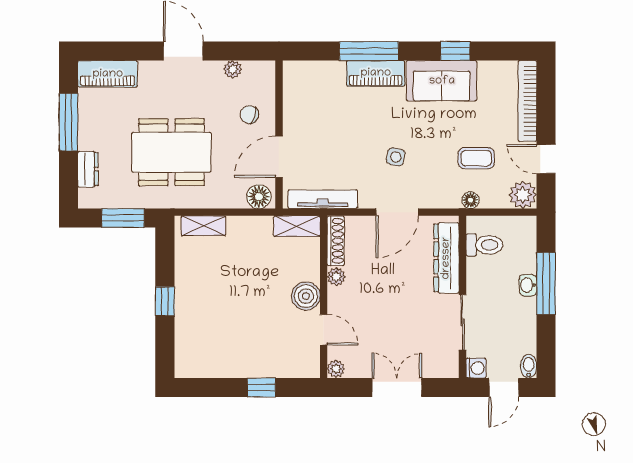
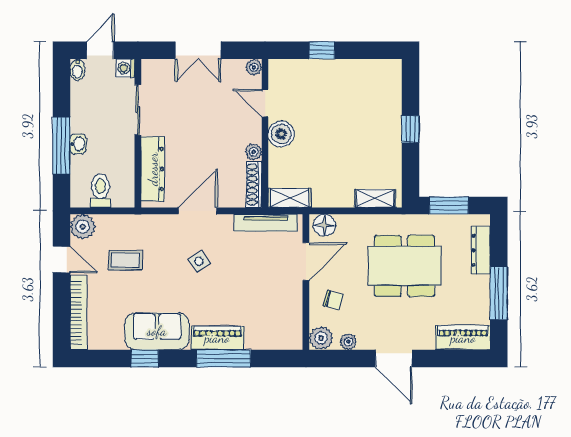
plant: (263, 73) -> (321, 338), added
side table: (396, 157) -> (199, 261), turned 45
dresser: (88, 169) -> (481, 250), width x1.44
floor lamp: (471, 200) -> (131, 222), removed
toilet: (484, 245) -> (100, 191), moved, turned 90

